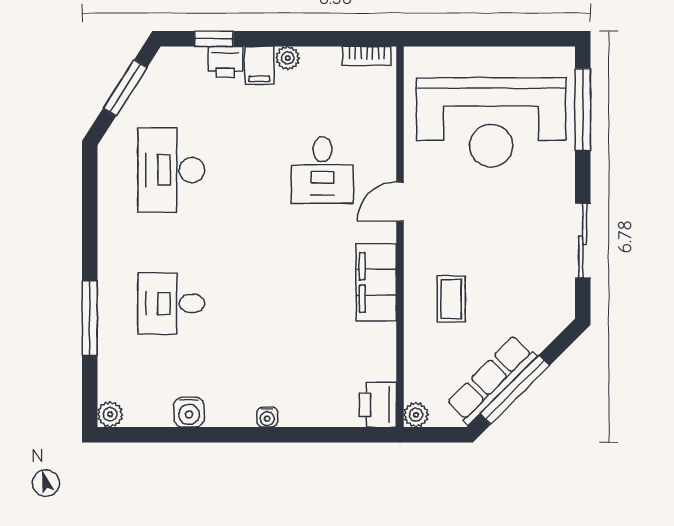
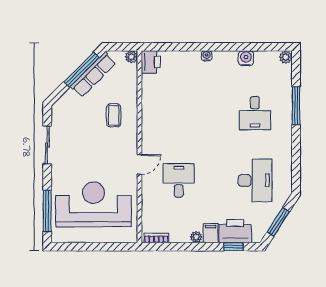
printer: (225, 62) -> (235, 231), width x1.87, depth x1.48
filing cabinet: (376, 282) -> (151, 124), removed
desk: (171, 303) -> (255, 113), turned 90

